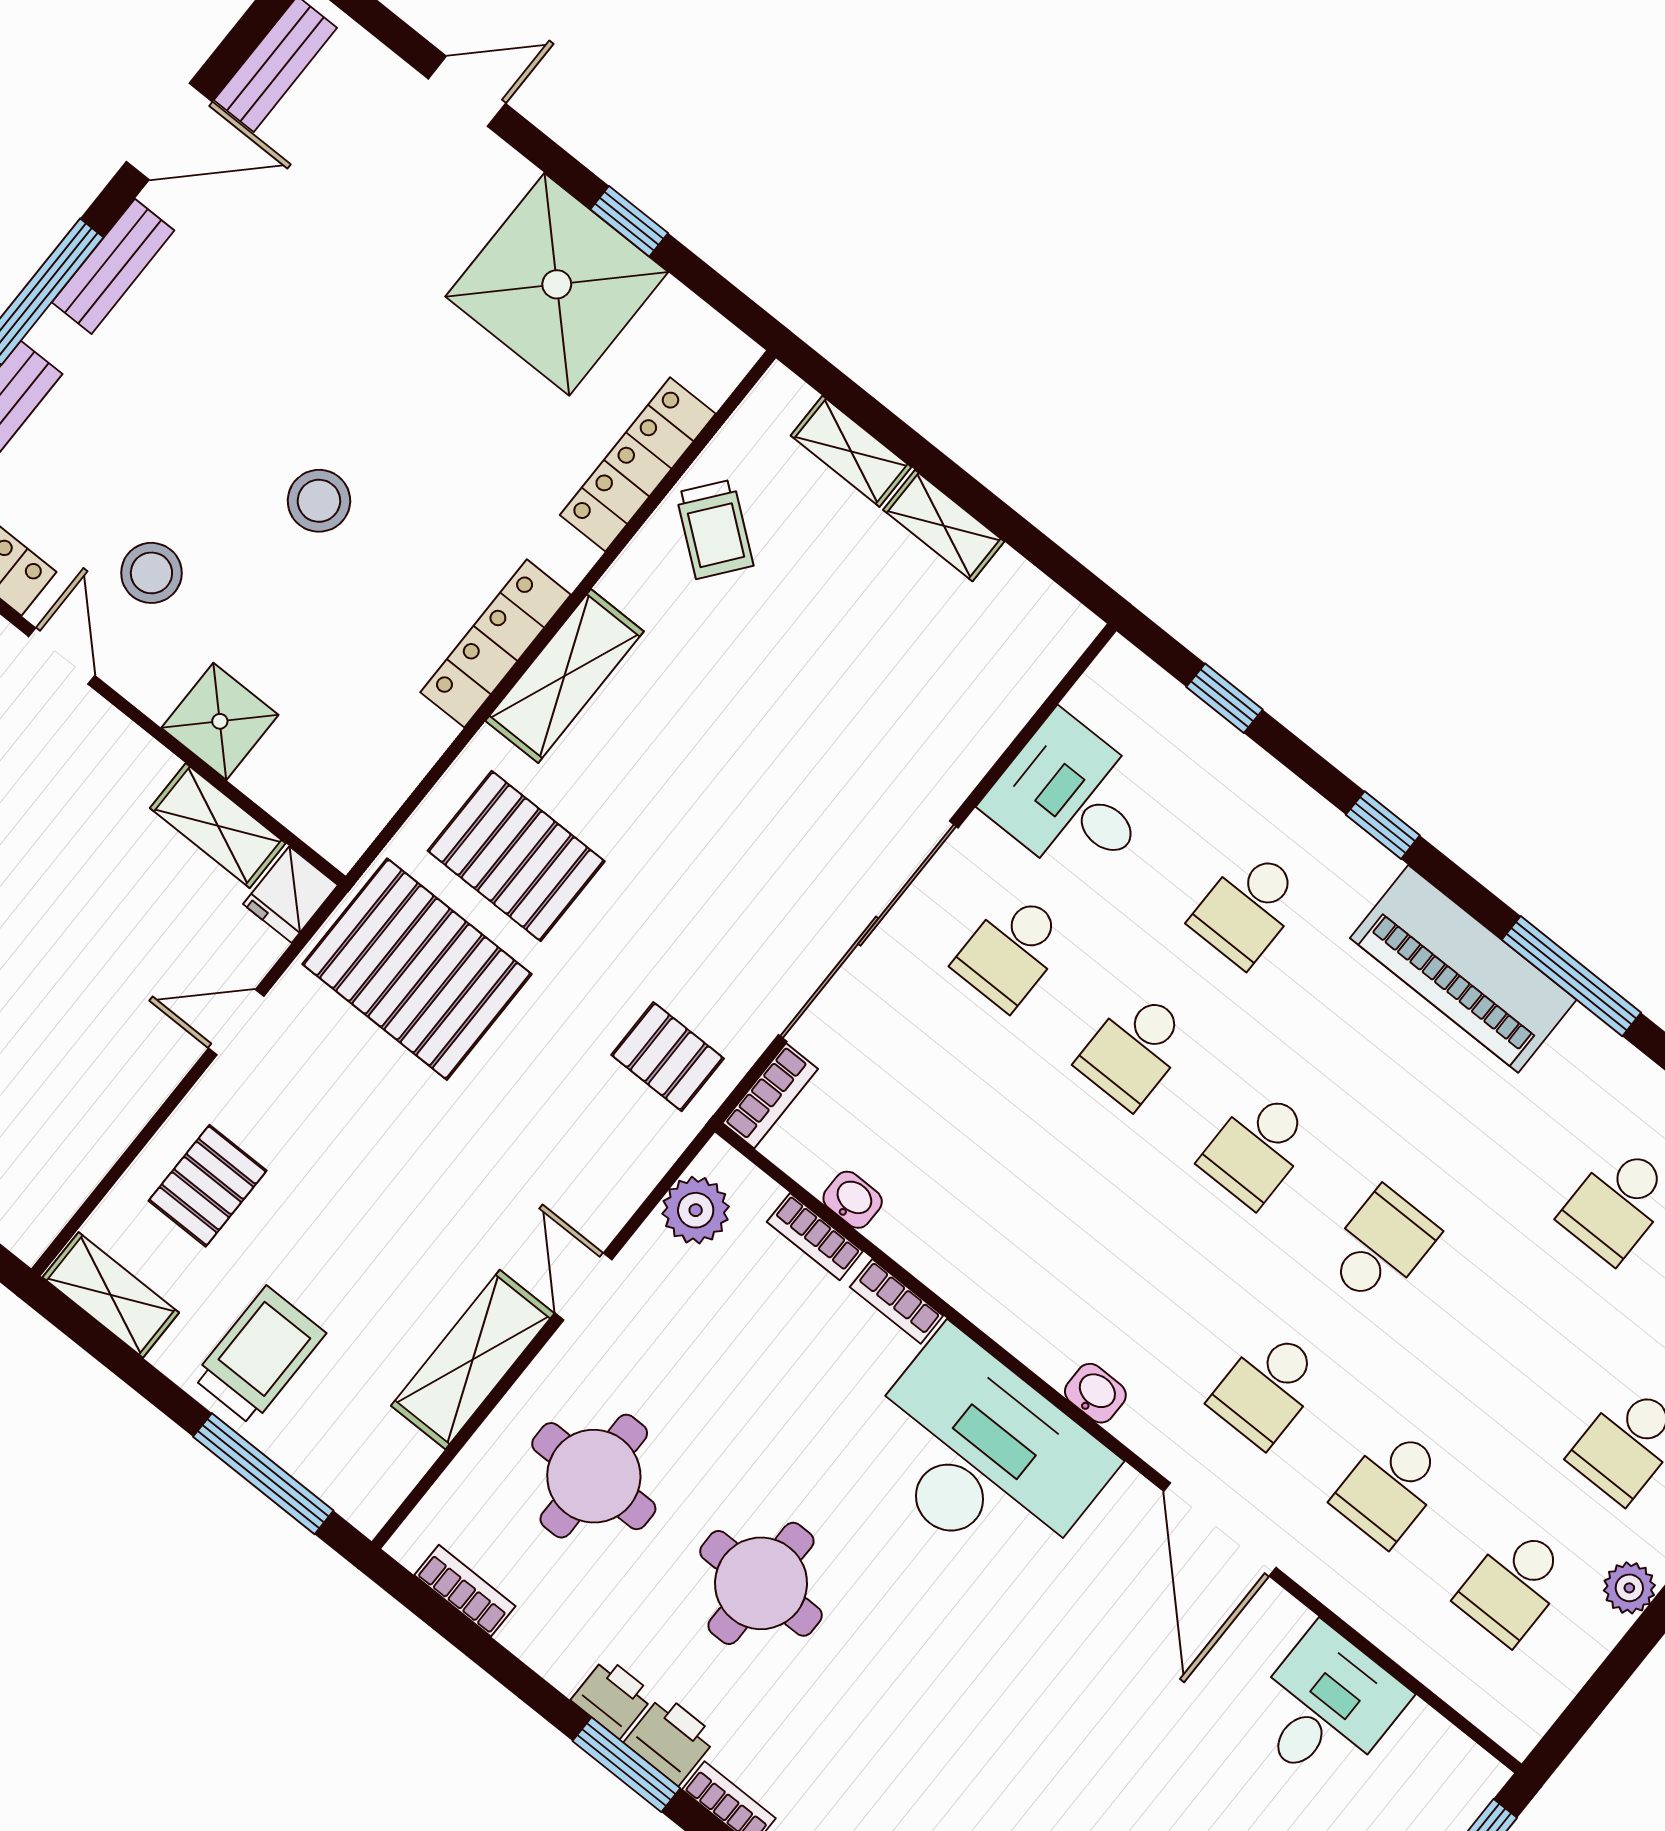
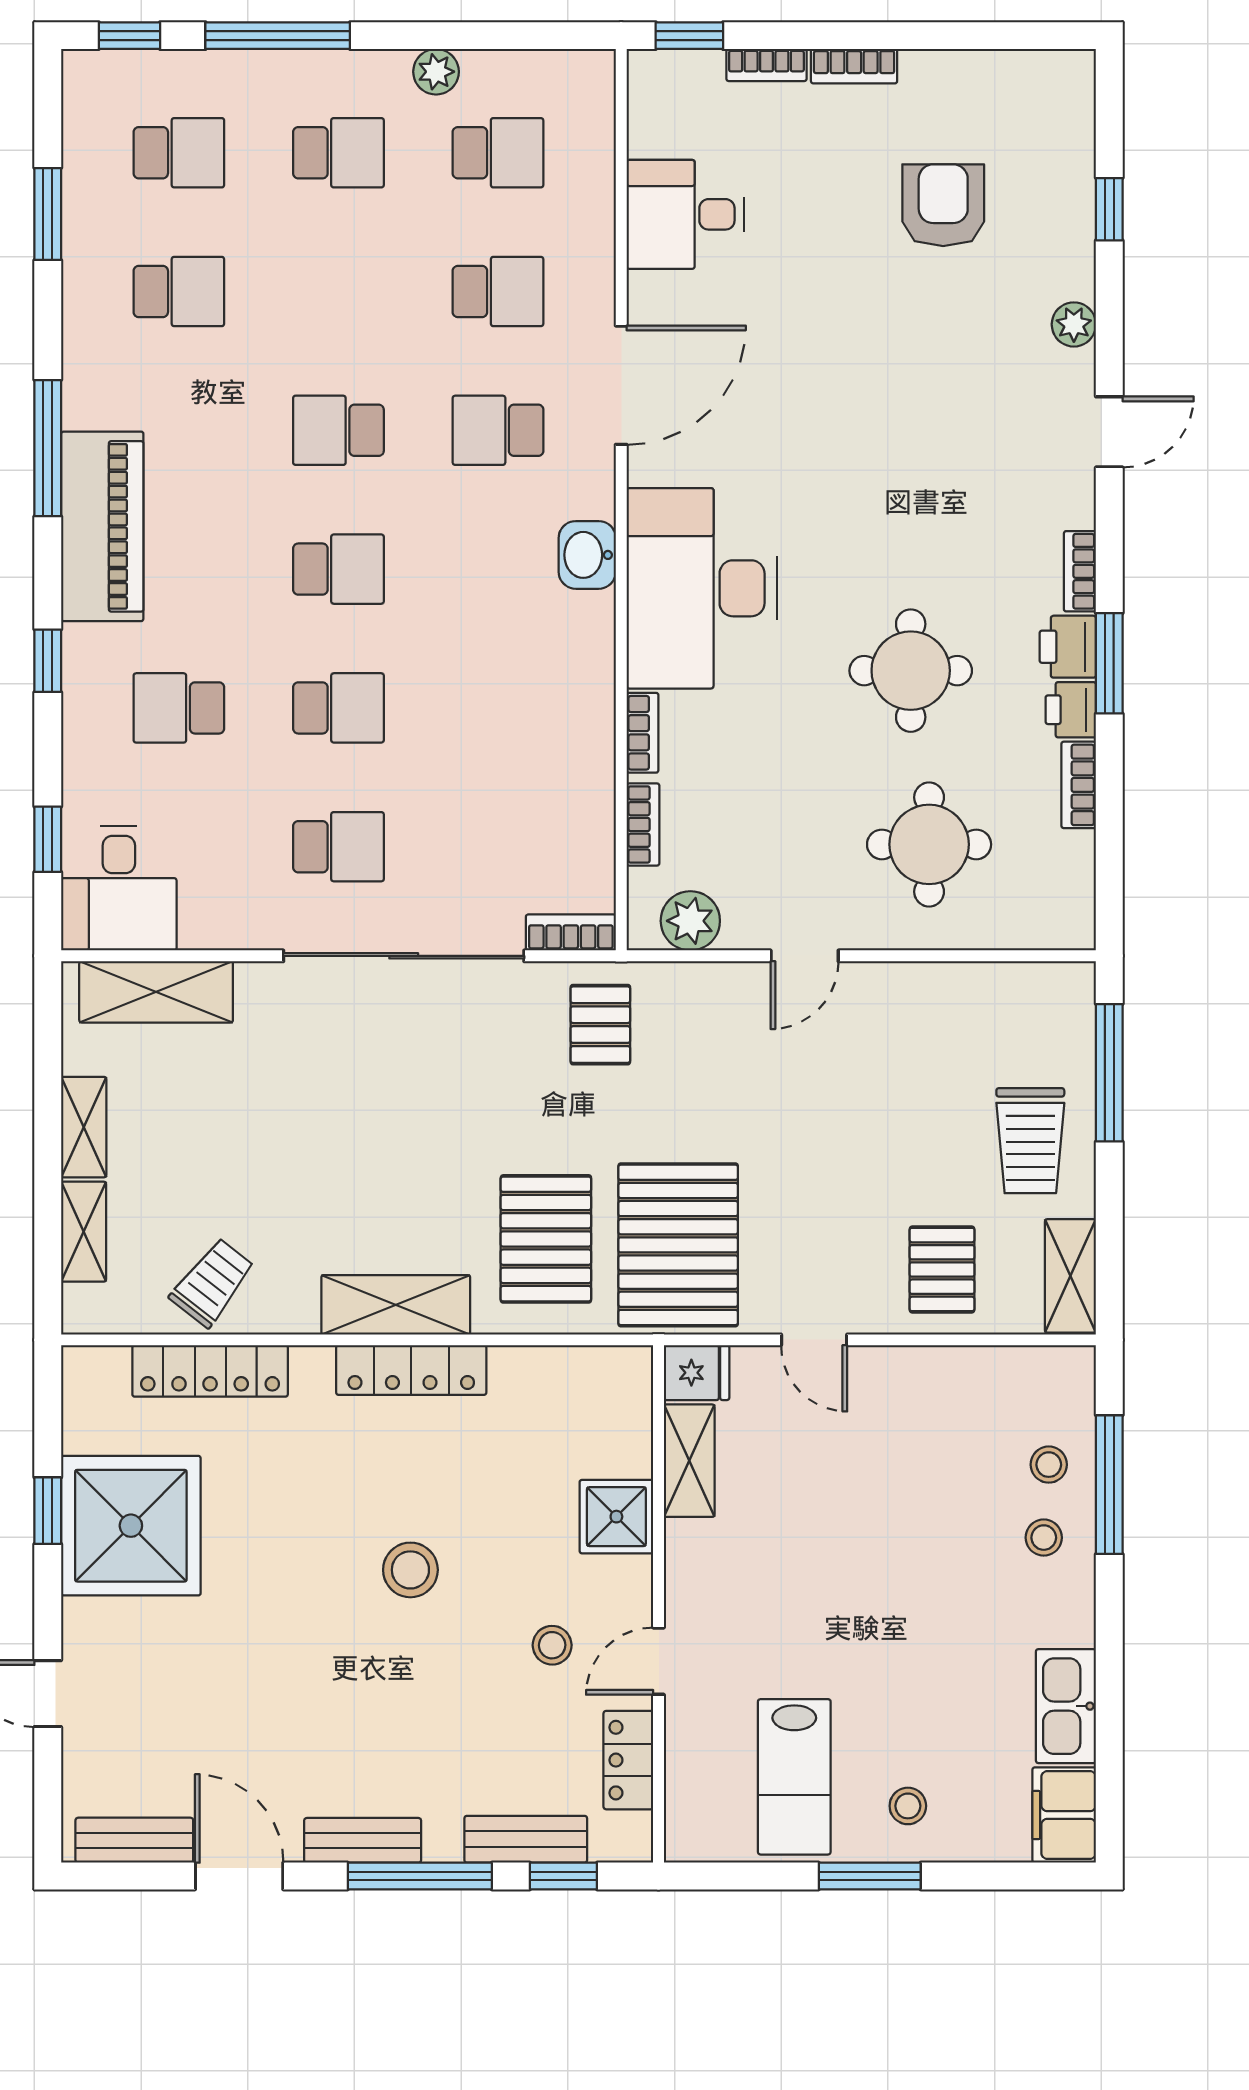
stool: (151, 573) -> (552, 1645), width x0.73, depth x0.73
desk: (1072, 800) -> (119, 888), moved
school desk: (1248, 908) -> (179, 708), turned 180
pallet: (208, 1186) -> (942, 1269), turned 90
washbasin: (853, 1200) -> (597, 819), removed
trolley: (259, 1355) -> (1030, 1141), turned -90
shelving: (473, 1359) -> (156, 992), moved
school desk: (1267, 1388) -> (498, 430), turned 180
washbasin: (1095, 1393) -> (587, 555), width x1.38, depth x1.45
bookcase: (465, 1591) -> (1079, 785), moved

